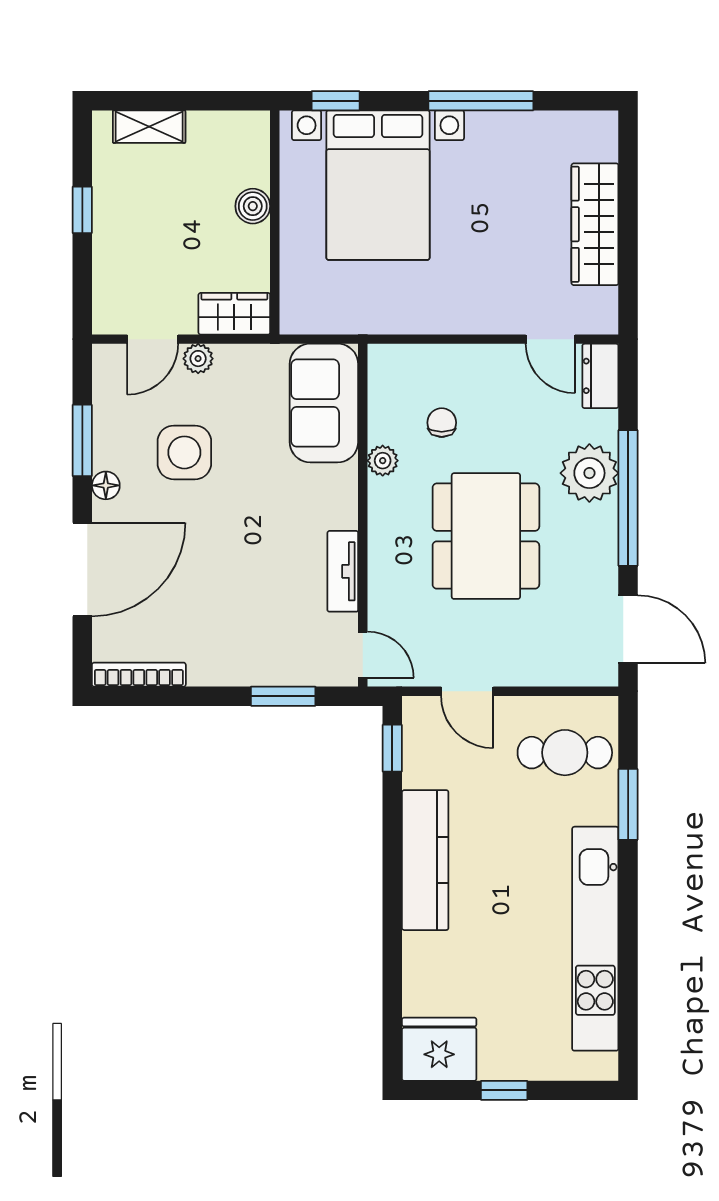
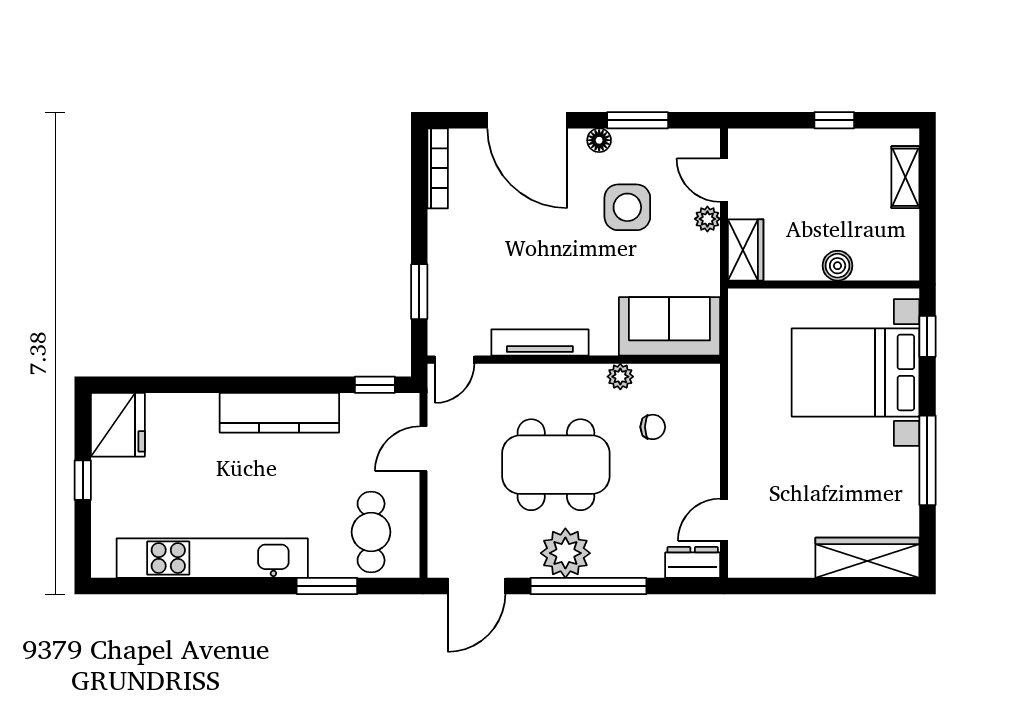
wardrobe: (595, 224) -> (867, 558), moved
plant: (589, 473) -> (565, 553), moved
tv unit: (343, 571) -> (540, 343), width x1.41

